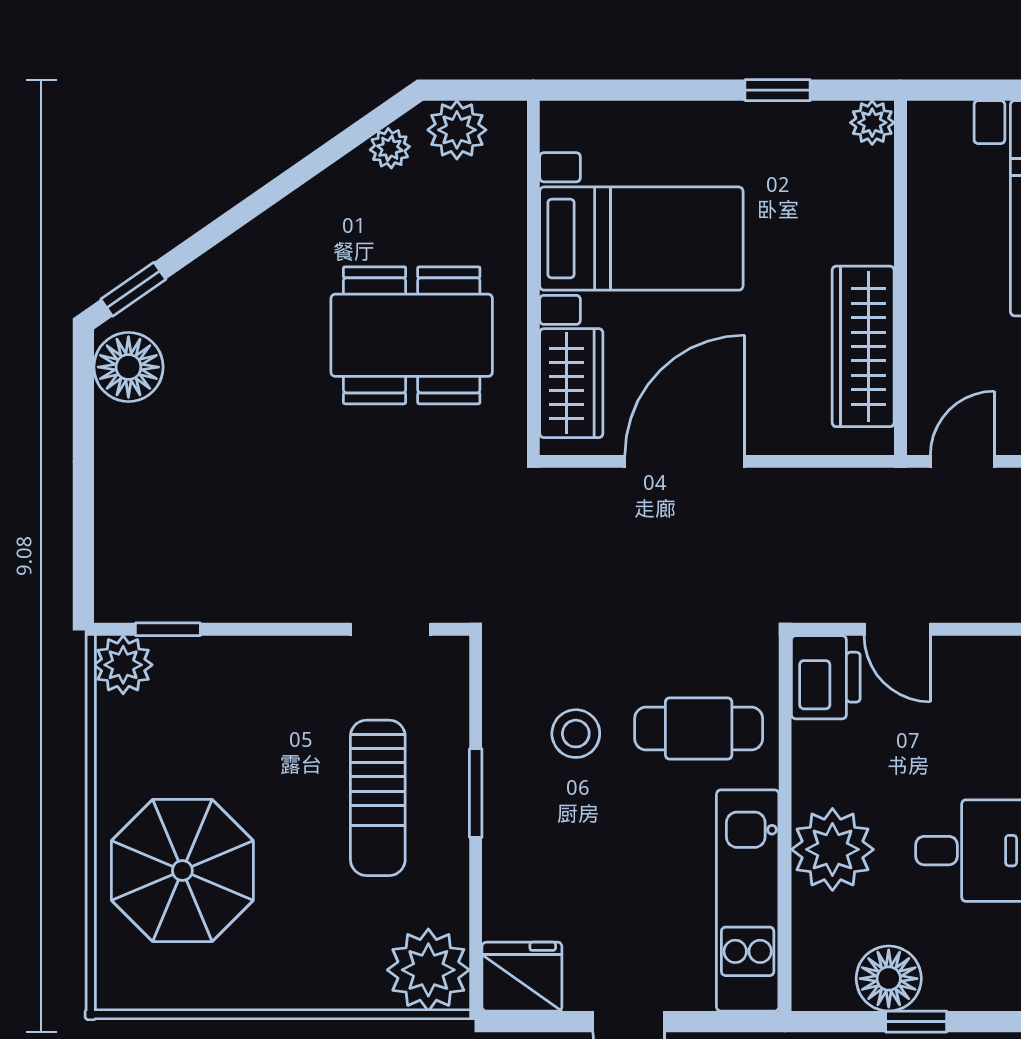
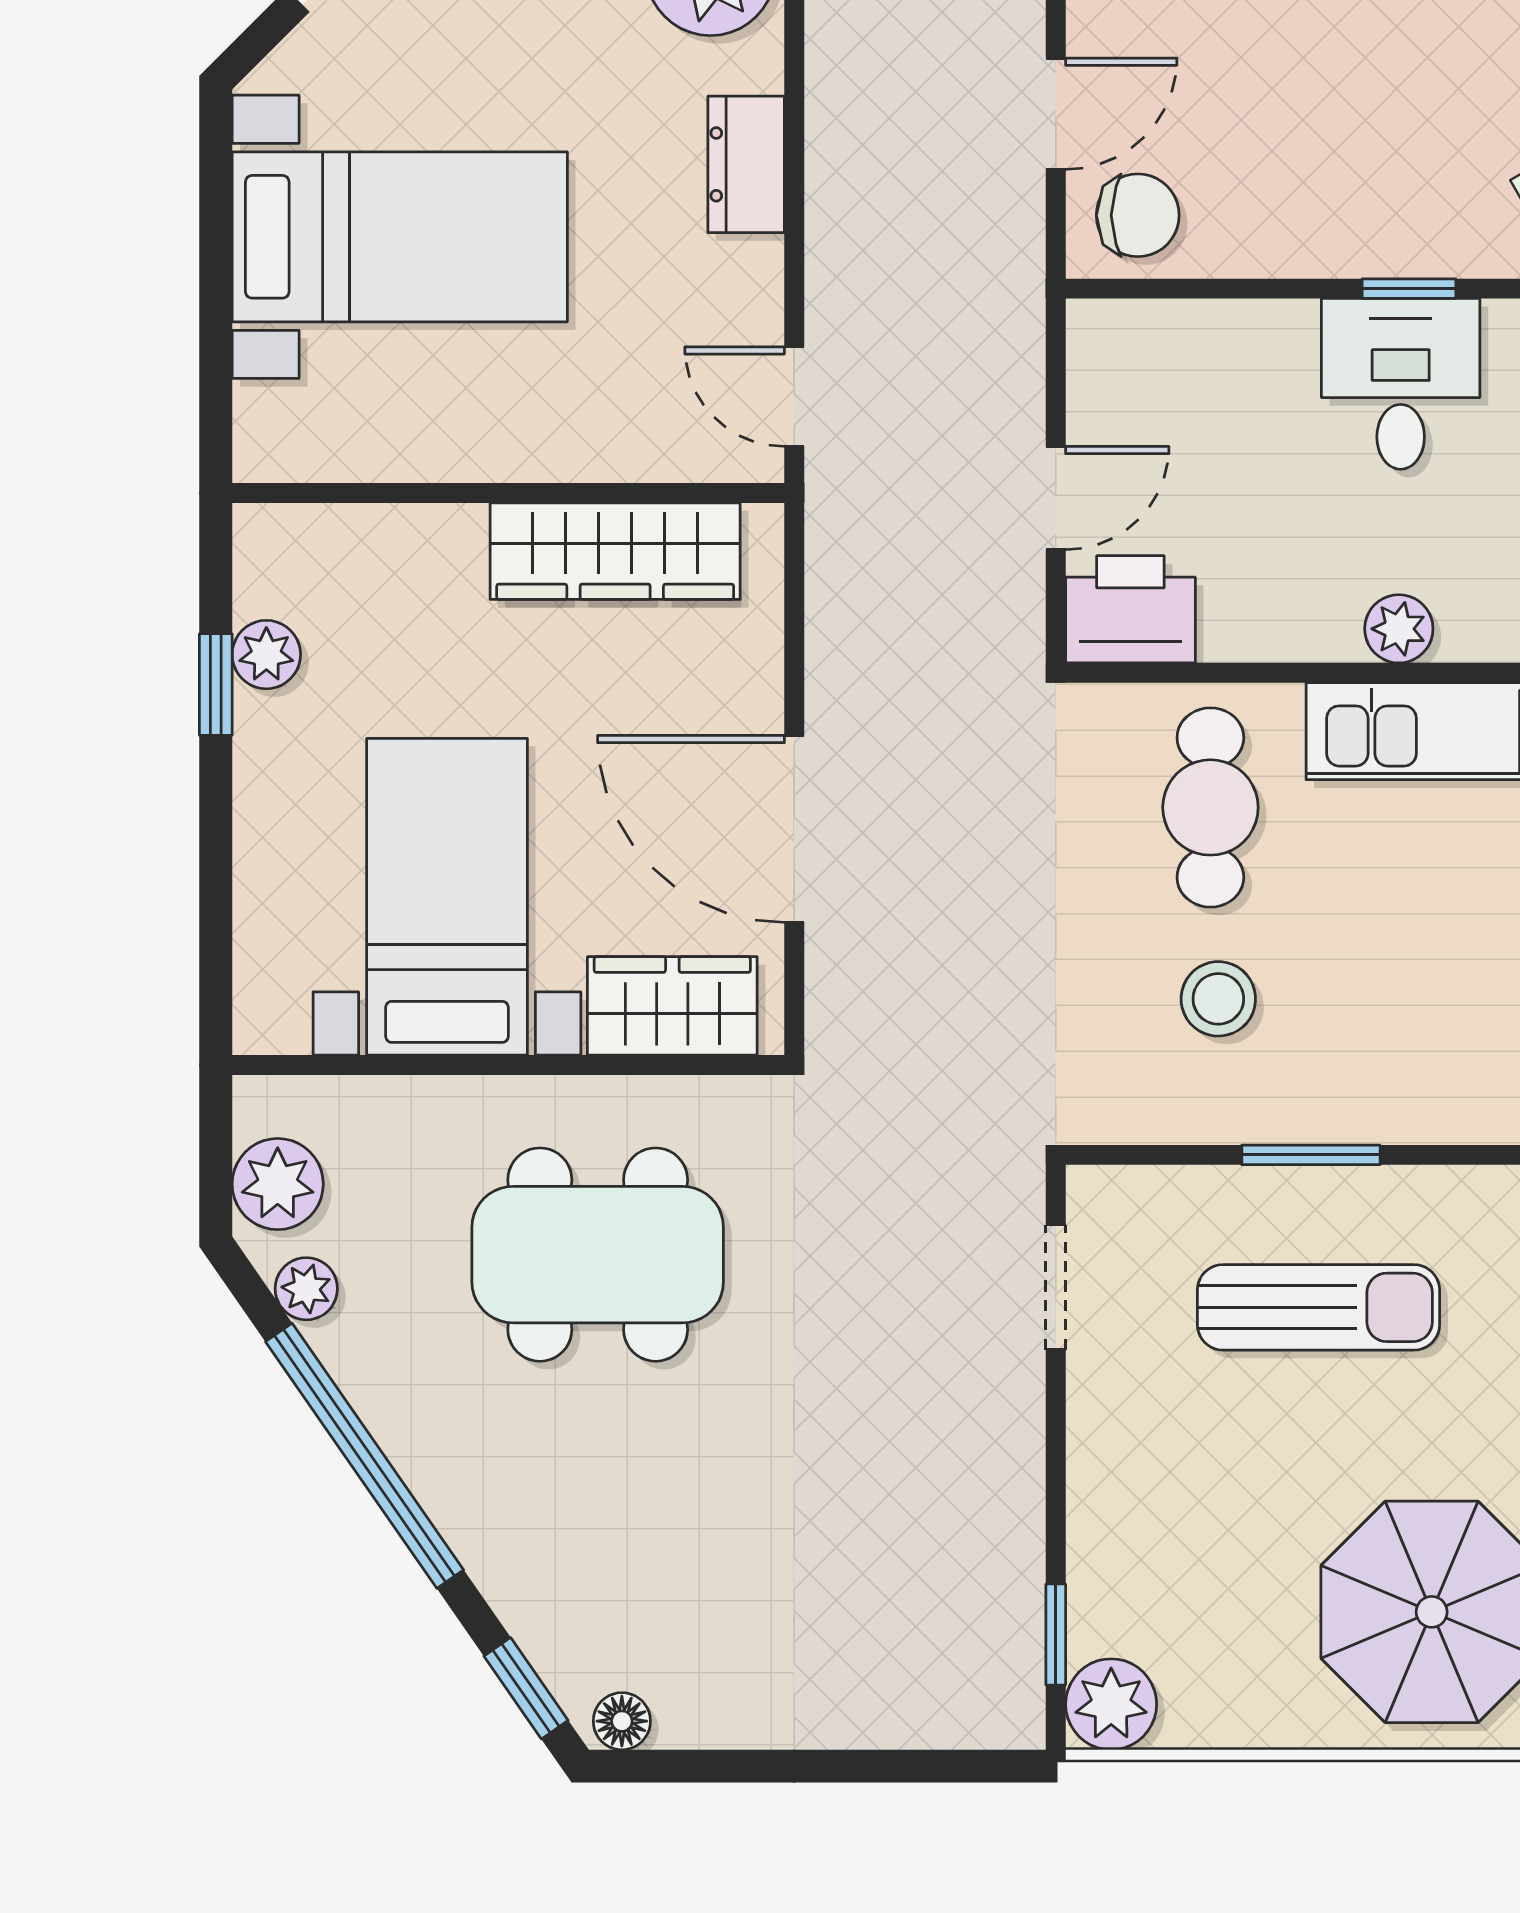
plant: (872, 123) -> (266, 655), moved
window: (283, 186) -> (365, 1456), added
dining table: (412, 335) -> (598, 1255), turned 90
floor lamp: (128, 367) -> (622, 1721), width x0.53, depth x0.53
plant: (832, 849) -> (1399, 629), width x0.53, depth x0.53

